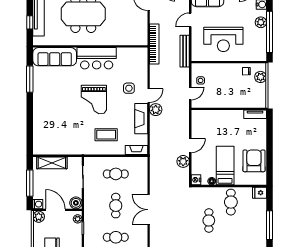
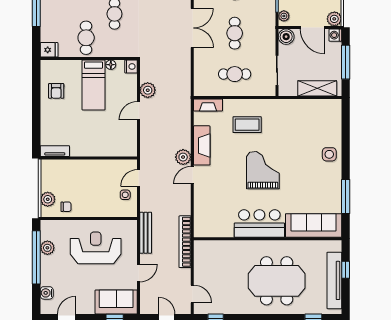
plant: (261, 22) -> (47, 248), moved
side table: (129, 88) -> (329, 154), moved
armchair: (254, 161) -> (56, 91), width x0.53, depth x0.53

